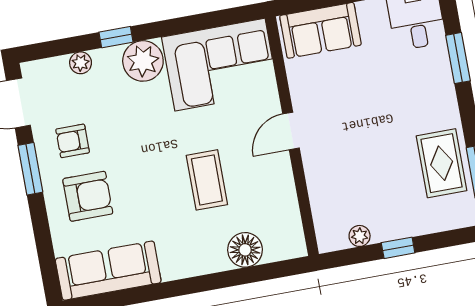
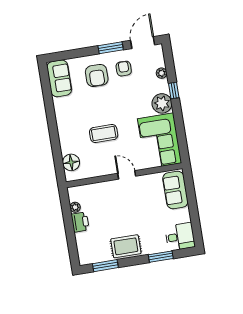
rug: (442, 163) -> (126, 246), moved
printer: (390, 225) -> (80, 222), added
window: (398, 248) -> (69, 226), removed
floor lamp: (245, 250) -> (71, 162), moved
sofa: (108, 271) -> (59, 78), width x0.73

